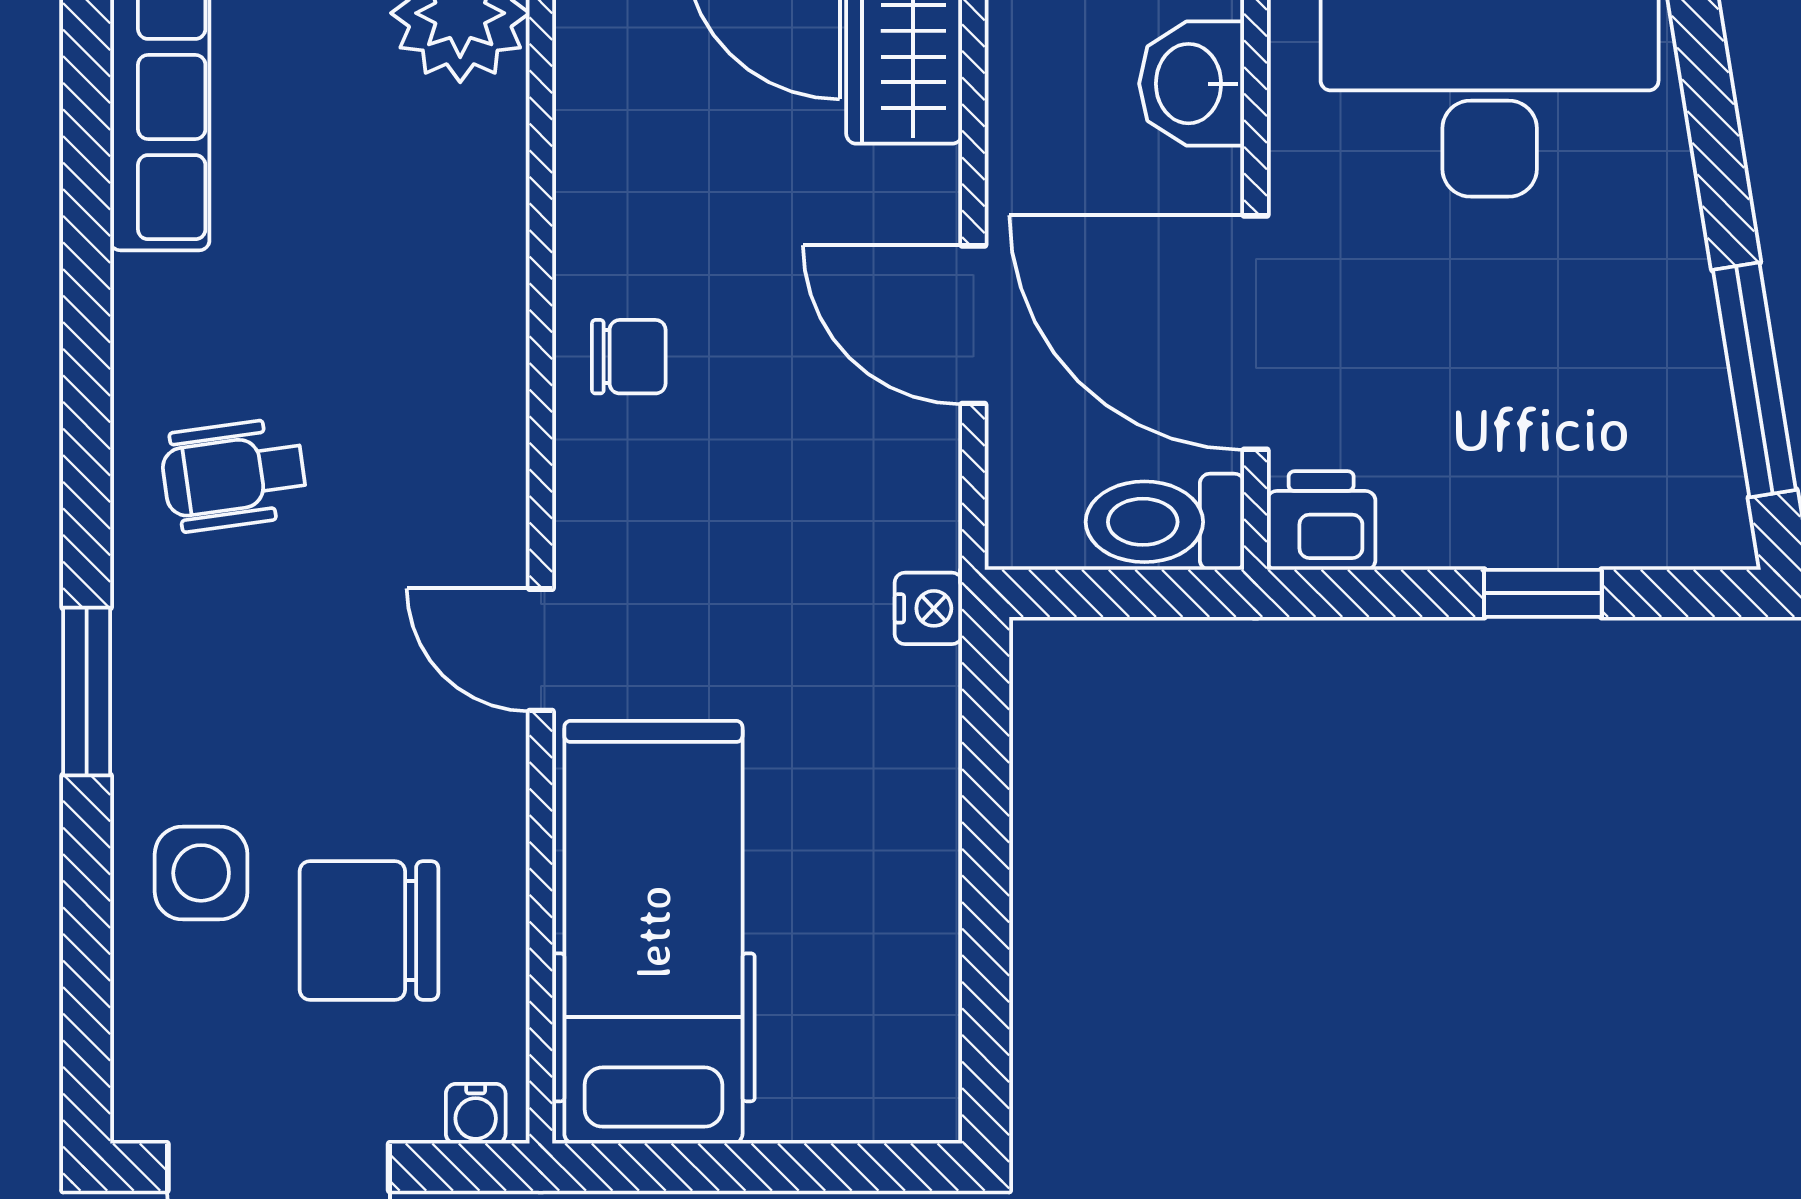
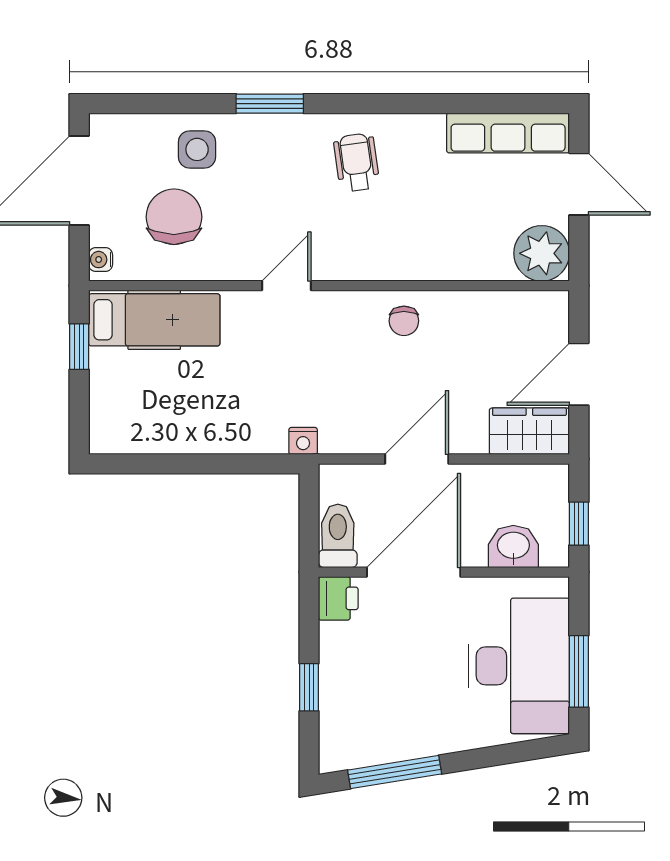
hospital bed: (653, 932) -> (154, 320), width x0.73, depth x0.77
window: (693, 1167) -> (79, 347), added

